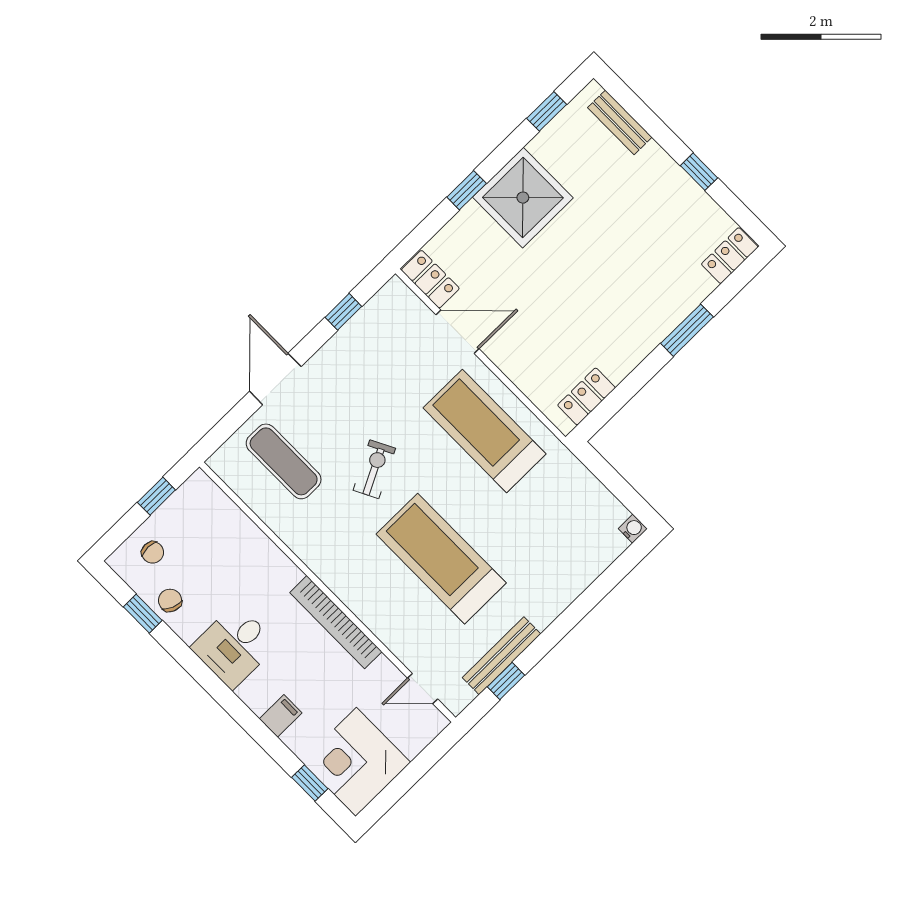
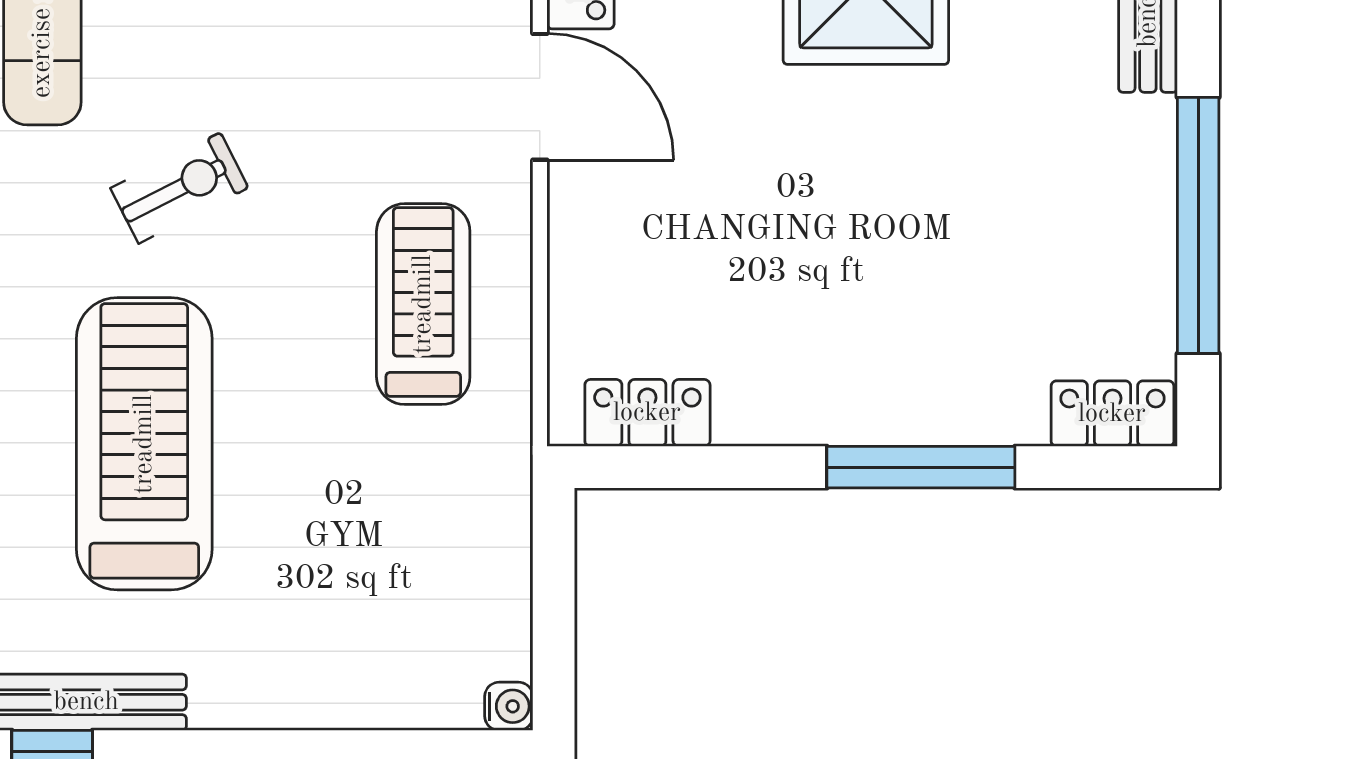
window: (699, 172) -> (1198, 225), width x3.17
window: (687, 330) -> (921, 467), width x1.44
treadmill: (485, 431) -> (423, 304), width x0.73, depth x0.73

